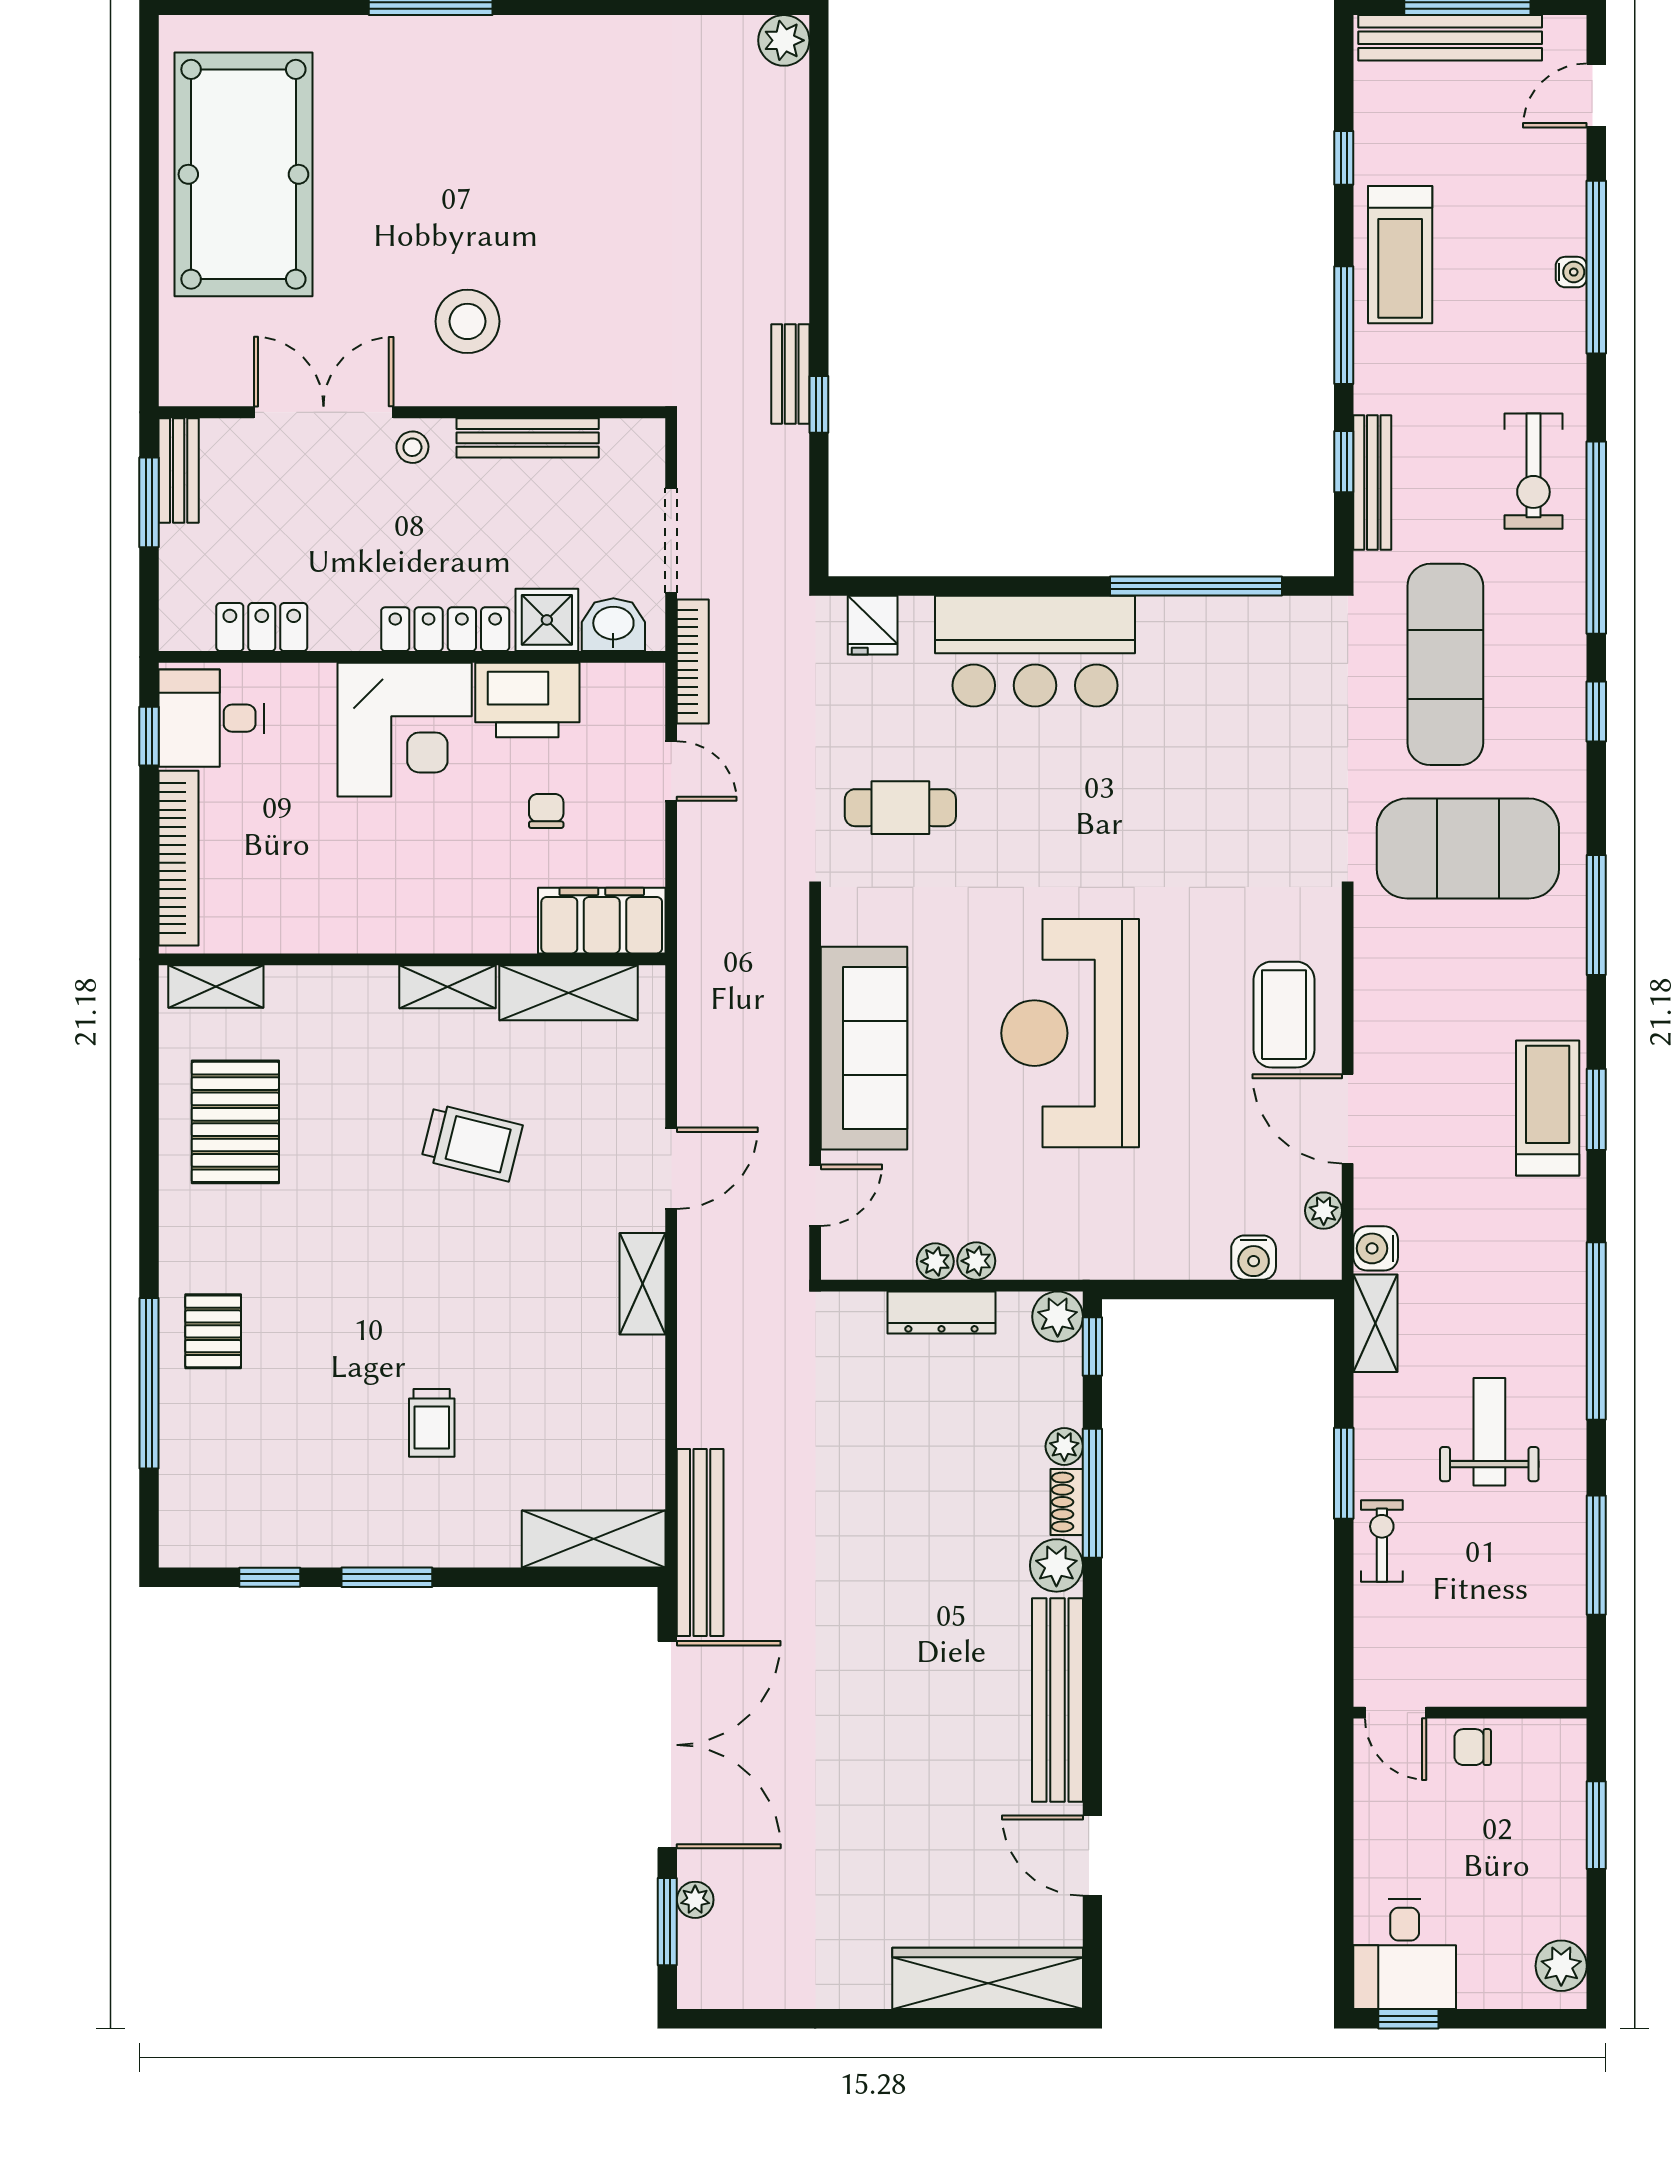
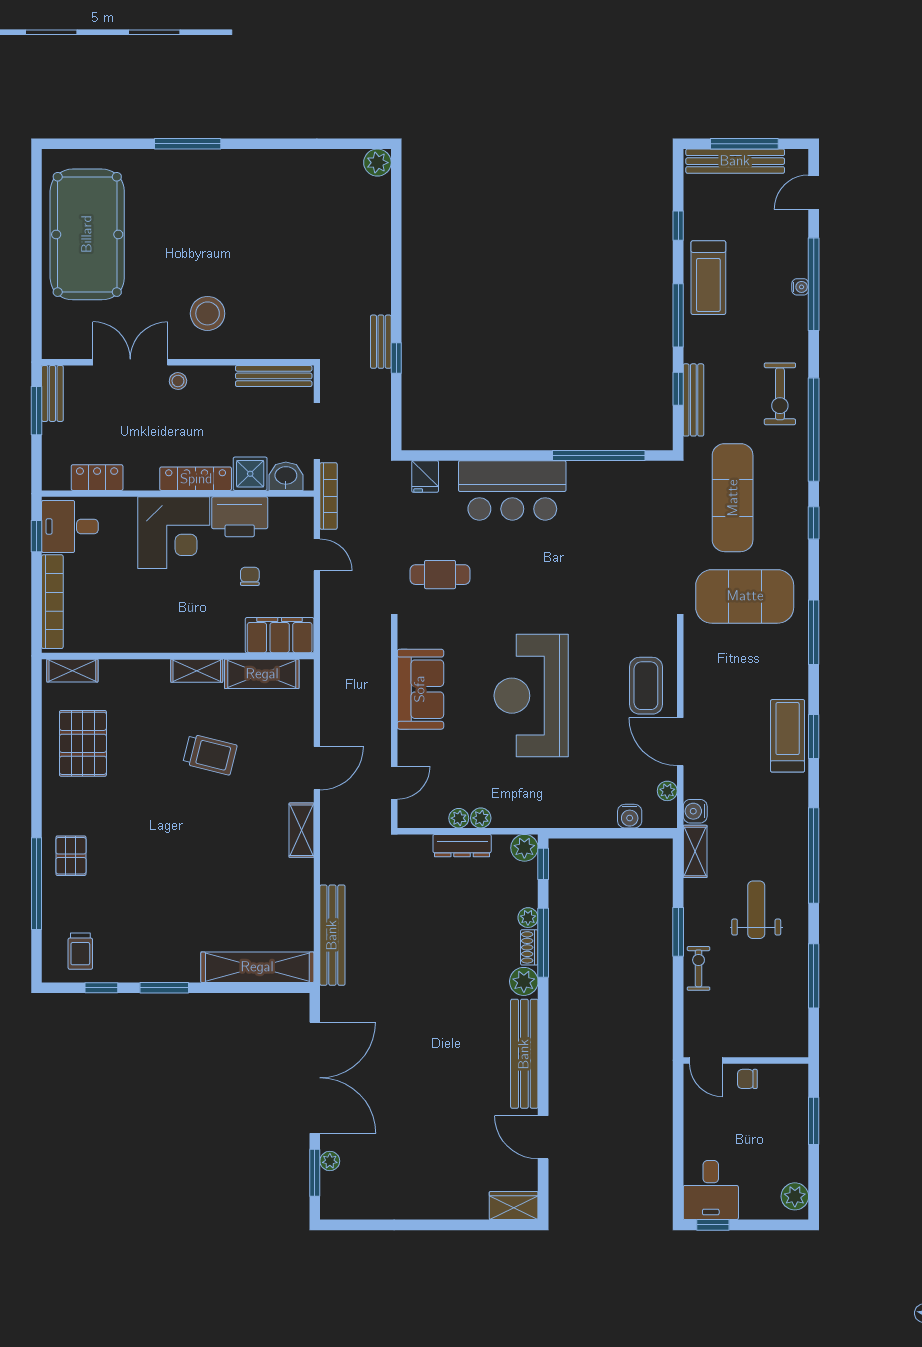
bench: (528, 438) -> (274, 376), moved
sofa: (864, 1048) -> (420, 689), width x0.73
trolley: (432, 1423) -> (80, 951), moved
shelving: (594, 1539) -> (257, 967), width x1.47
bench: (700, 1542) -> (332, 935), moved
wardrobe: (988, 1978) -> (514, 1206), width x0.48, depth x0.85

